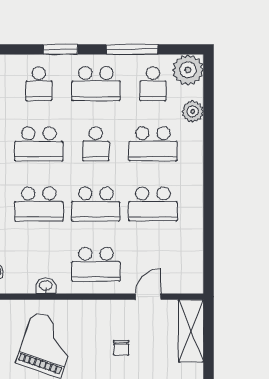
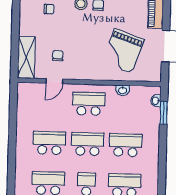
chair: (121, 348) -> (58, 56), moved

